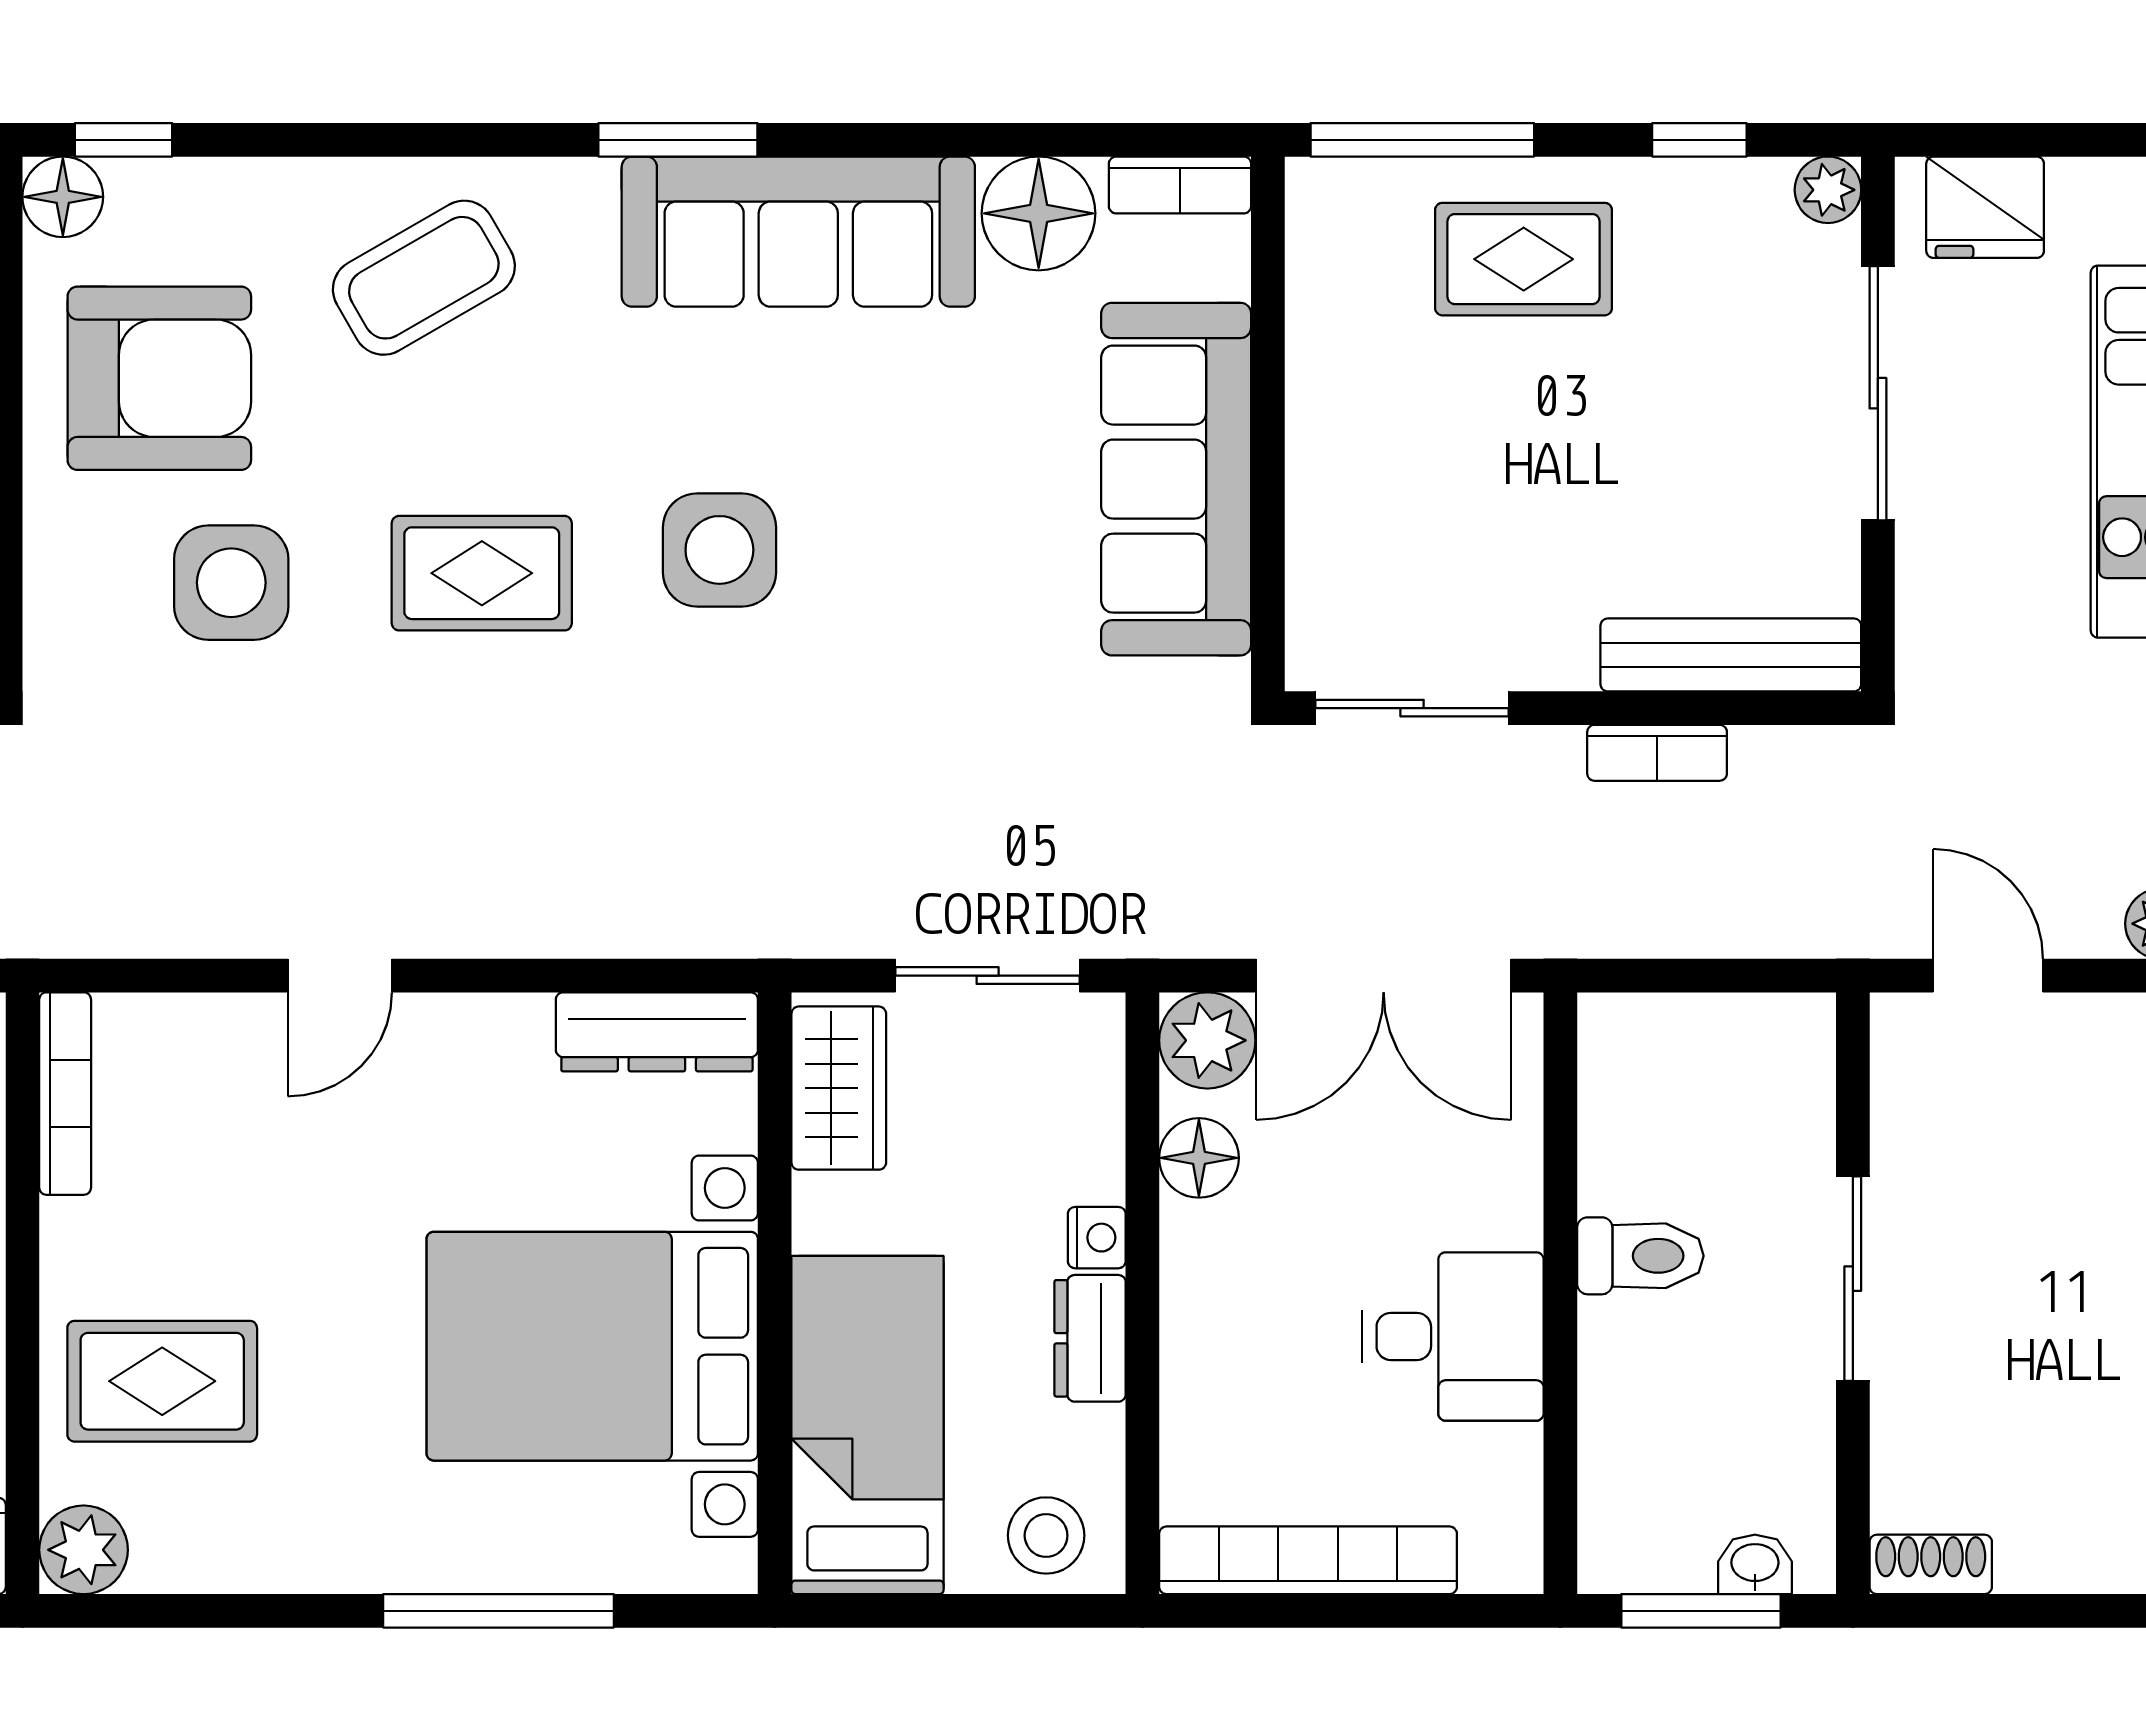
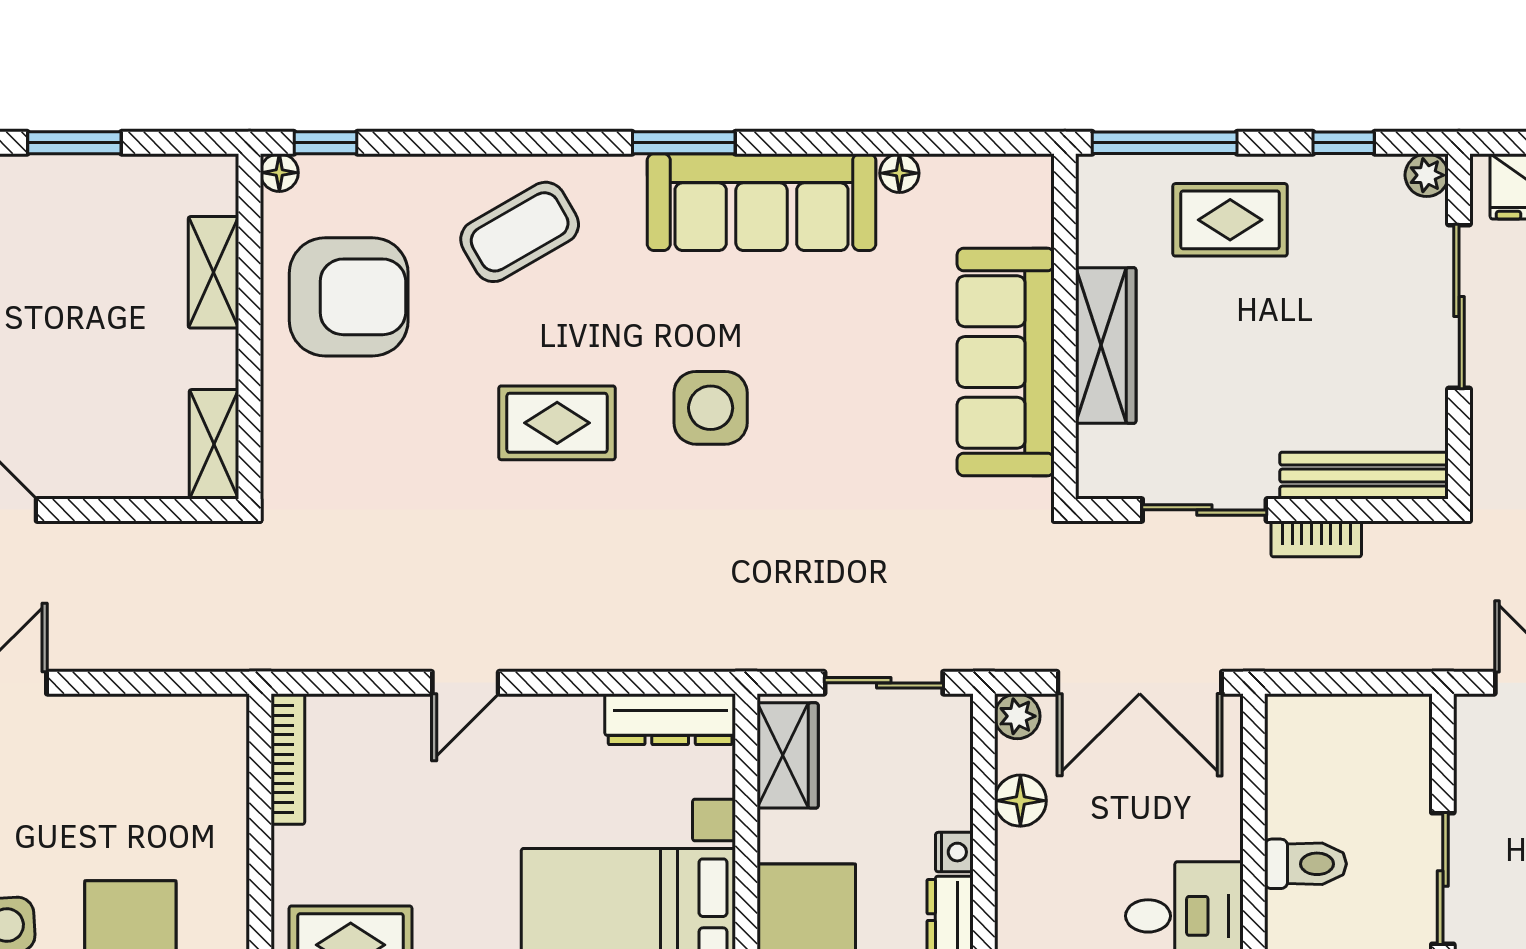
bookcase: (1180, 185) -> (1008, 172), removed
floor lamp: (63, 197) -> (279, 173), width x0.73, depth x0.73
floor lamp: (1039, 213) -> (899, 173), width x0.53, depth x0.53
wardrobe: (1331, 454) -> (1106, 345), added
side table: (231, 583) -> (395, 429), removed
sliding door: (1412, 708) -> (1204, 510), moved
plant: (1207, 1040) -> (1017, 716), width x0.73, depth x0.73

